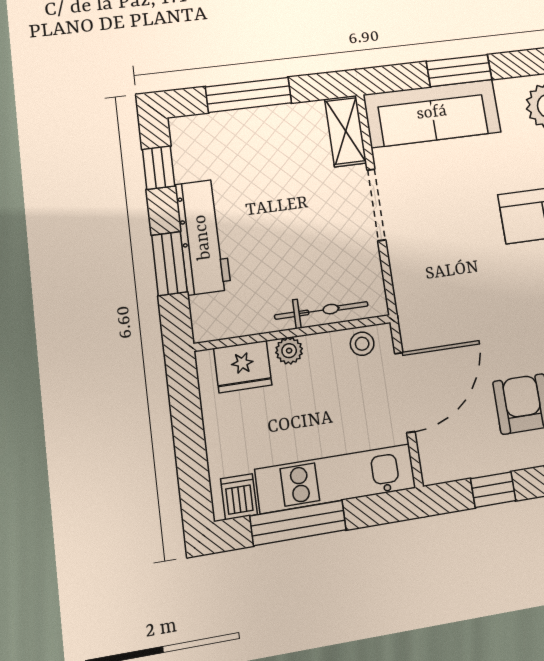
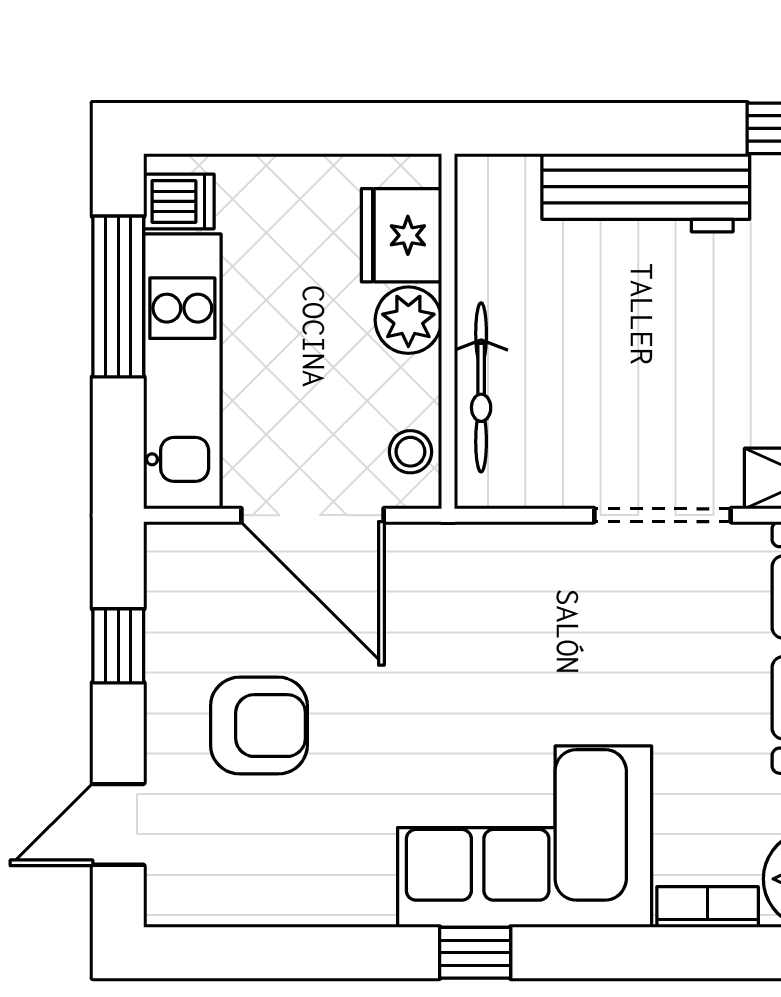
window: (169, 264) -> (605, 128), removed
plant: (289, 351) -> (408, 320), width x1.38, depth x1.38

